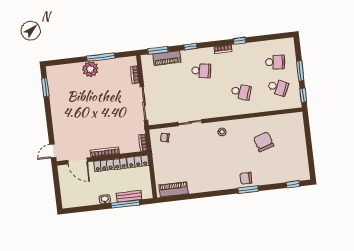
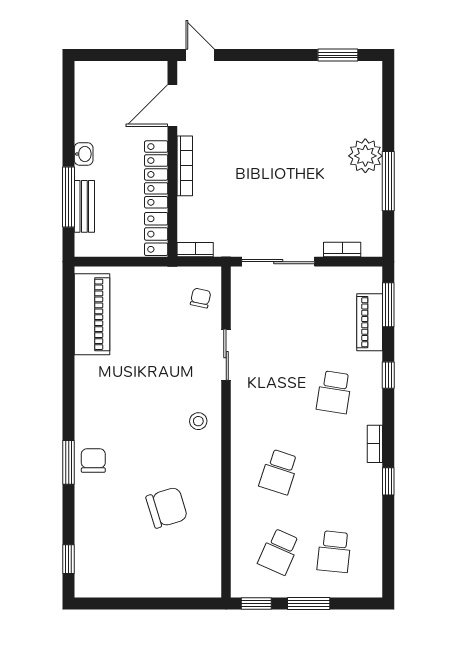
piano: (174, 189) -> (92, 314), width x1.37, depth x1.33

